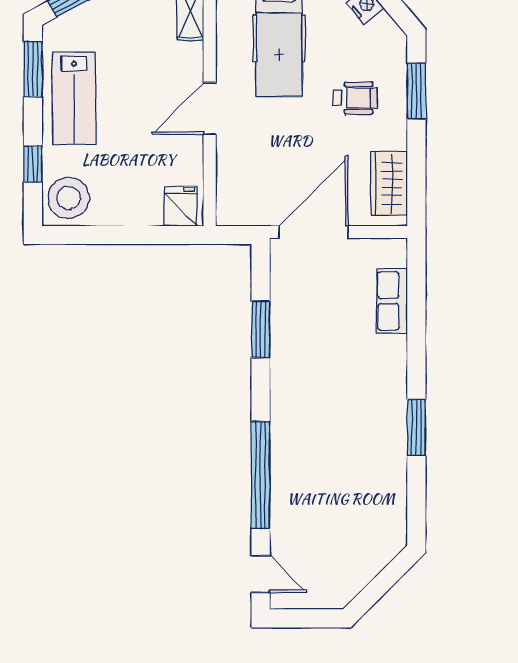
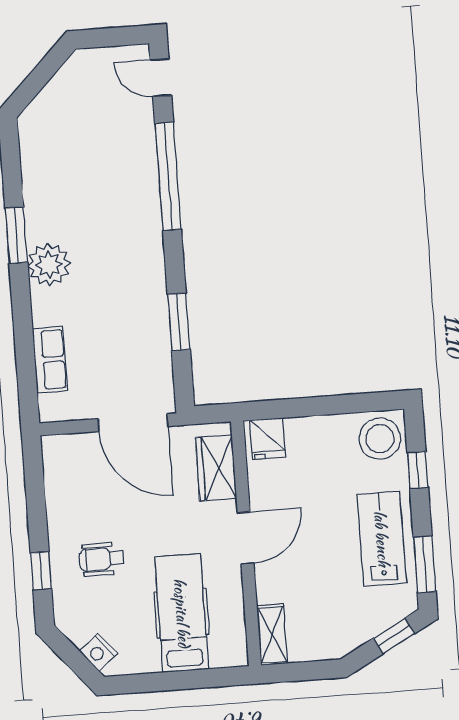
window: (416, 91) -> (41, 571), width x0.67
wardrobe: (389, 183) -> (216, 468), moved, turned 180
door: (314, 232) -> (133, 423), hinge flipped
plant: (386, 396) -> (49, 265), added

